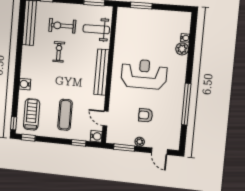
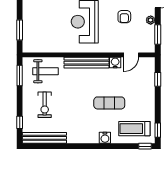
weight bench: (96, 29) -> (46, 71), turned -90
exercise bike: (59, 52) -> (70, 106), removed
exercise mat: (65, 115) -> (109, 103), moved
water cooler: (96, 136) -> (115, 63), moved

